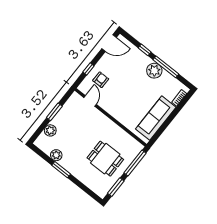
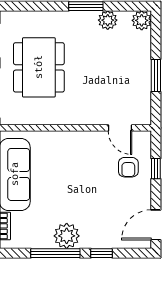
plant: (50, 130) -> (142, 20), moved
dining table: (105, 159) -> (39, 67), width x1.38

